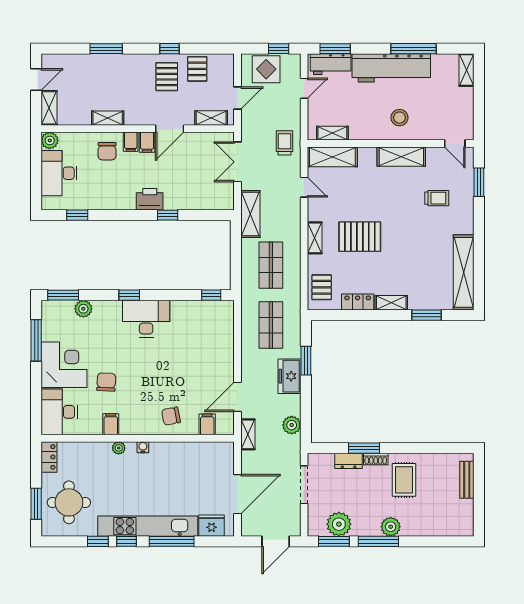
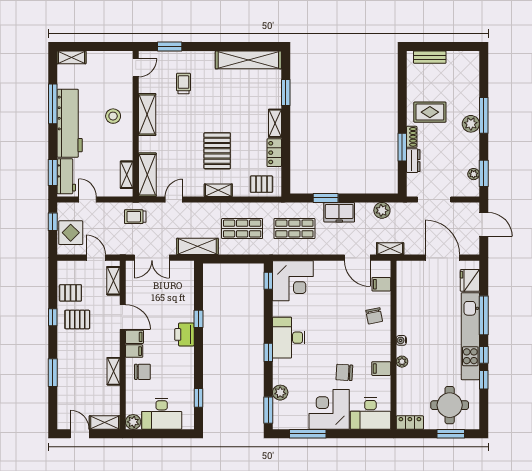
corner desk: (211, 323) -> (293, 281), added
plant: (339, 524) -> (474, 174), width x0.53, depth x0.53
window: (378, 541) -> (484, 115), moved

